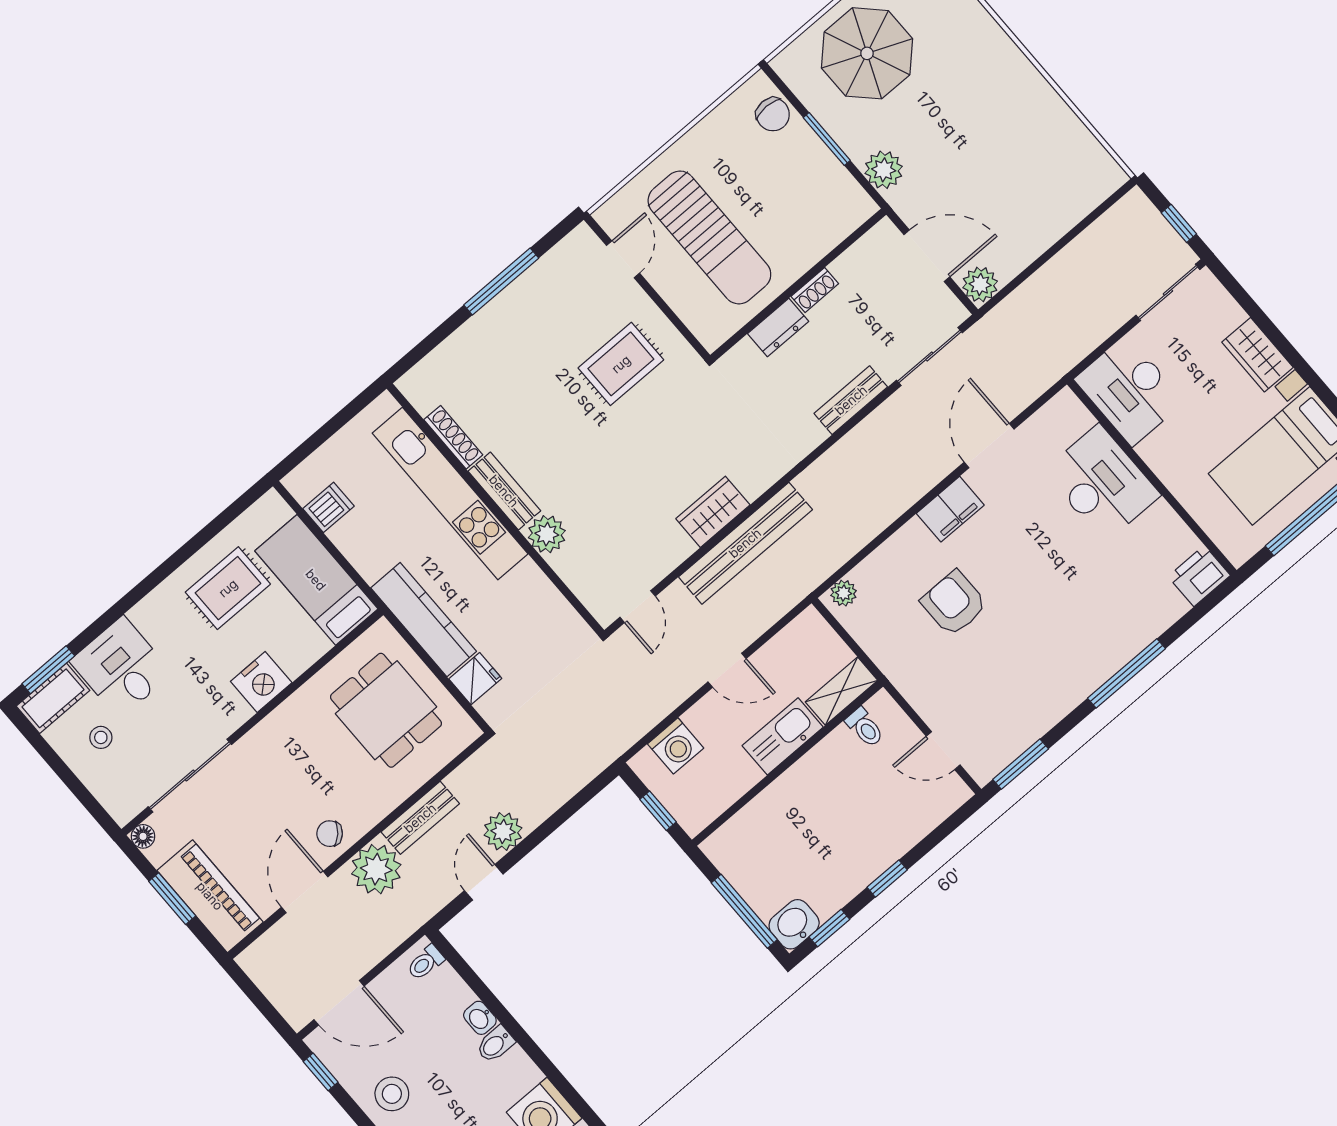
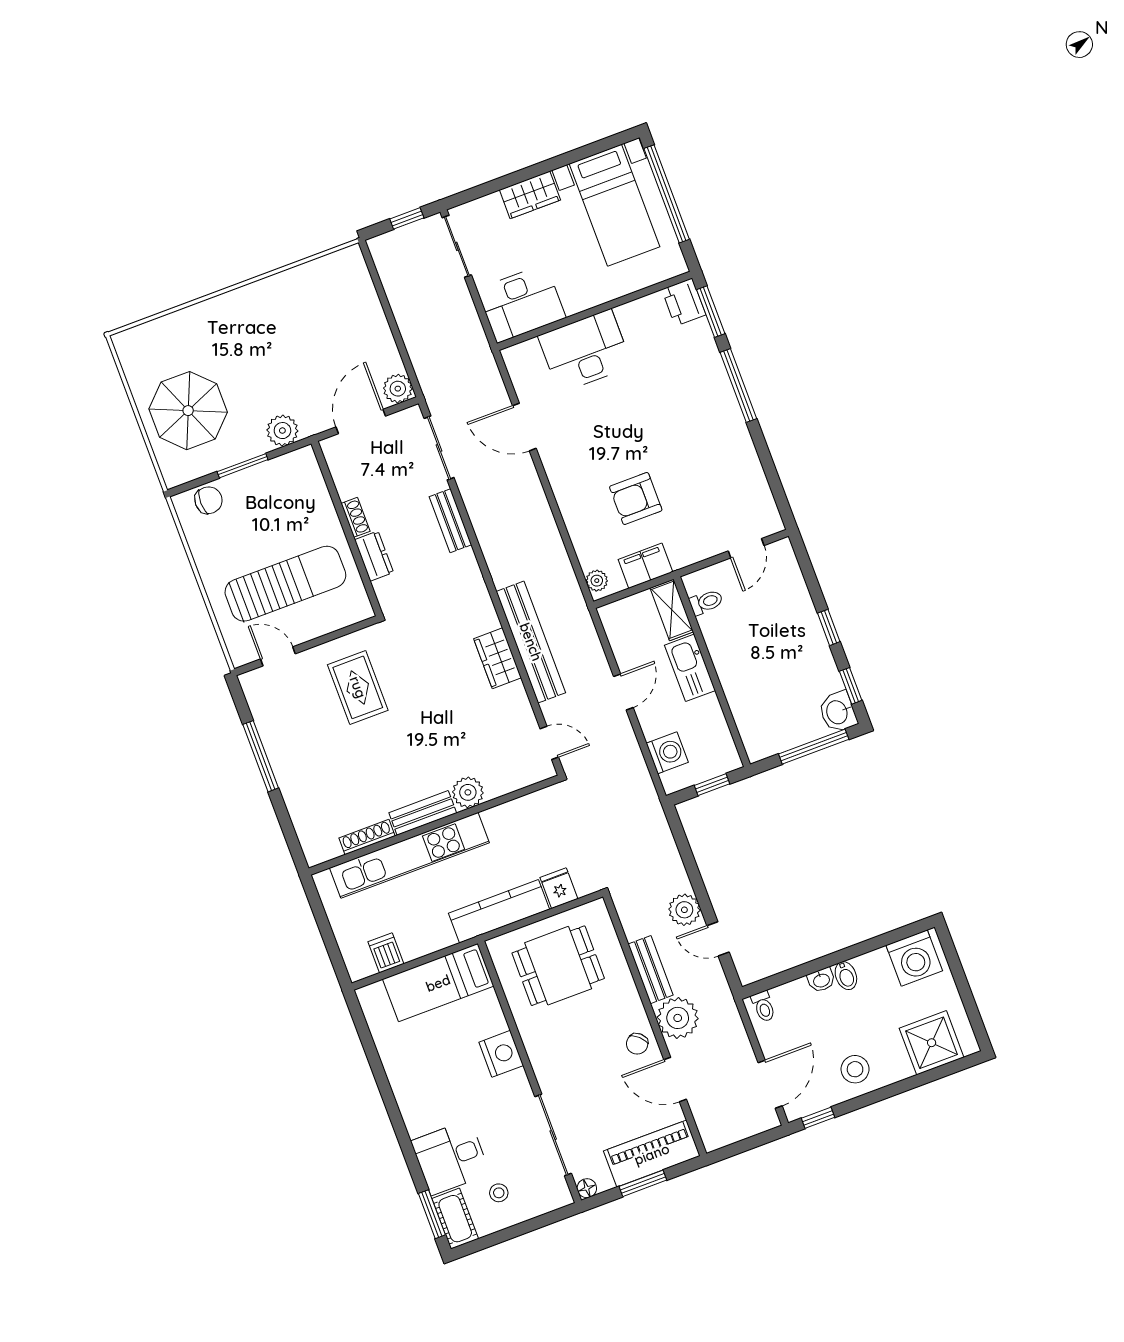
filing cabinet: (950, 509) -> (645, 566), moved, turned -90
rug: (228, 588) -> (420, 1053), removed
window: (1021, 764) -> (711, 312), moved

